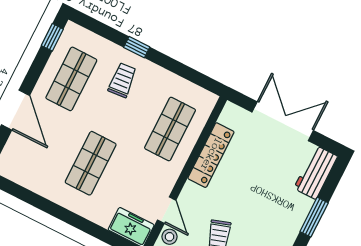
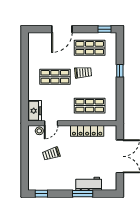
trolley: (122, 80) -> (83, 72), moved
workbench: (316, 172) -> (89, 184), moved

